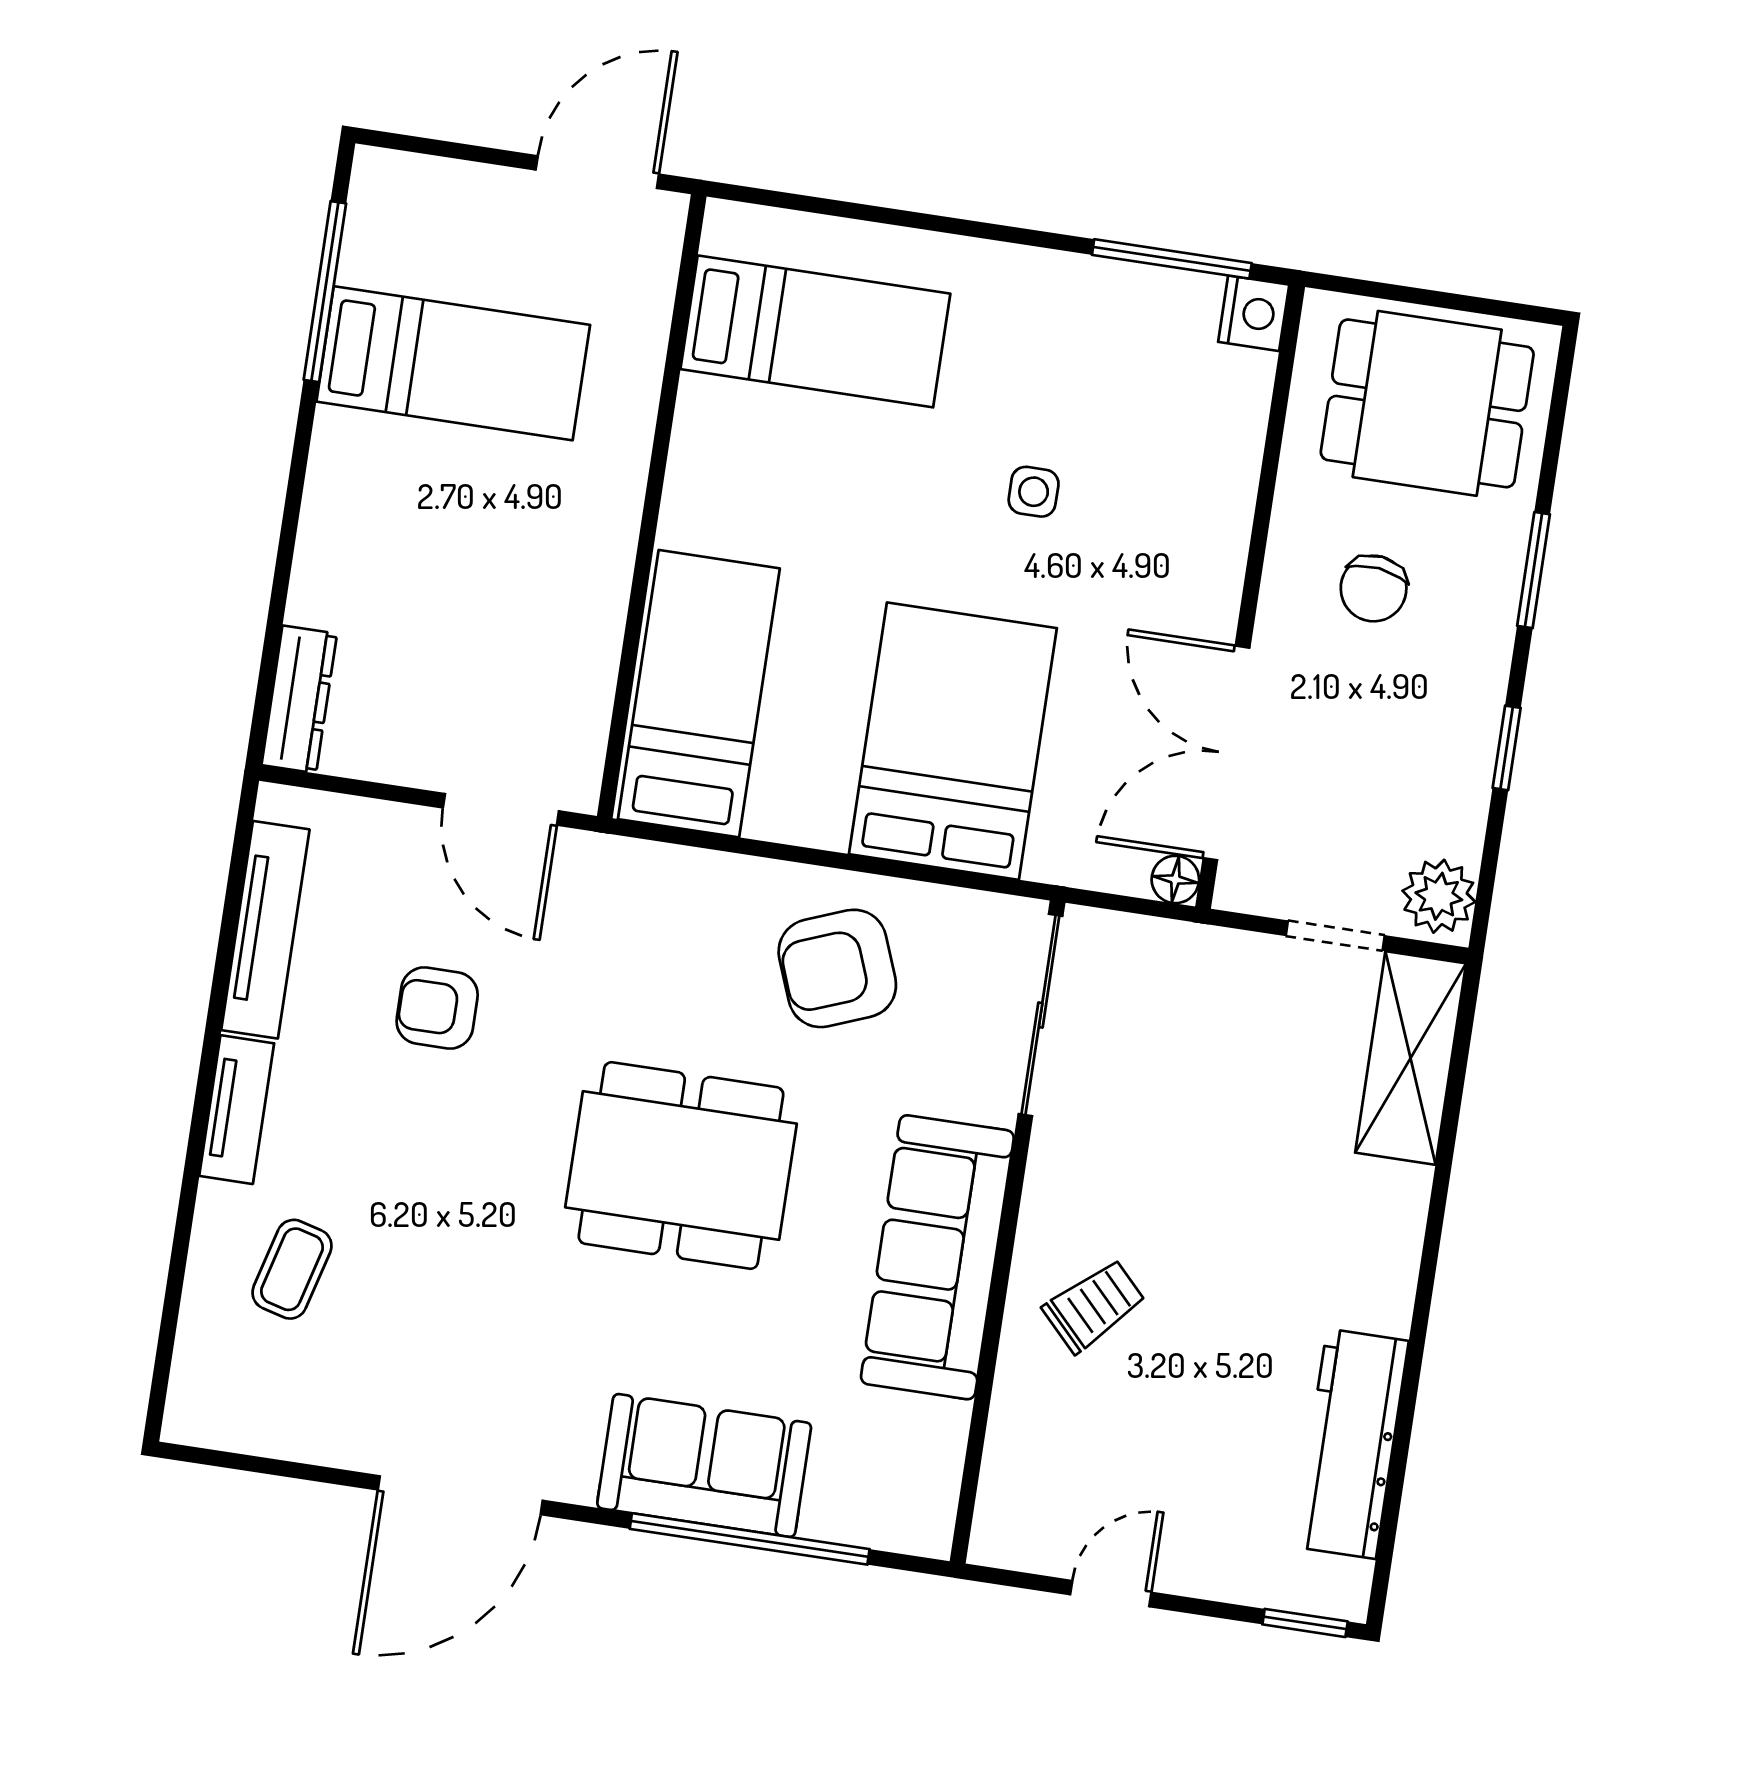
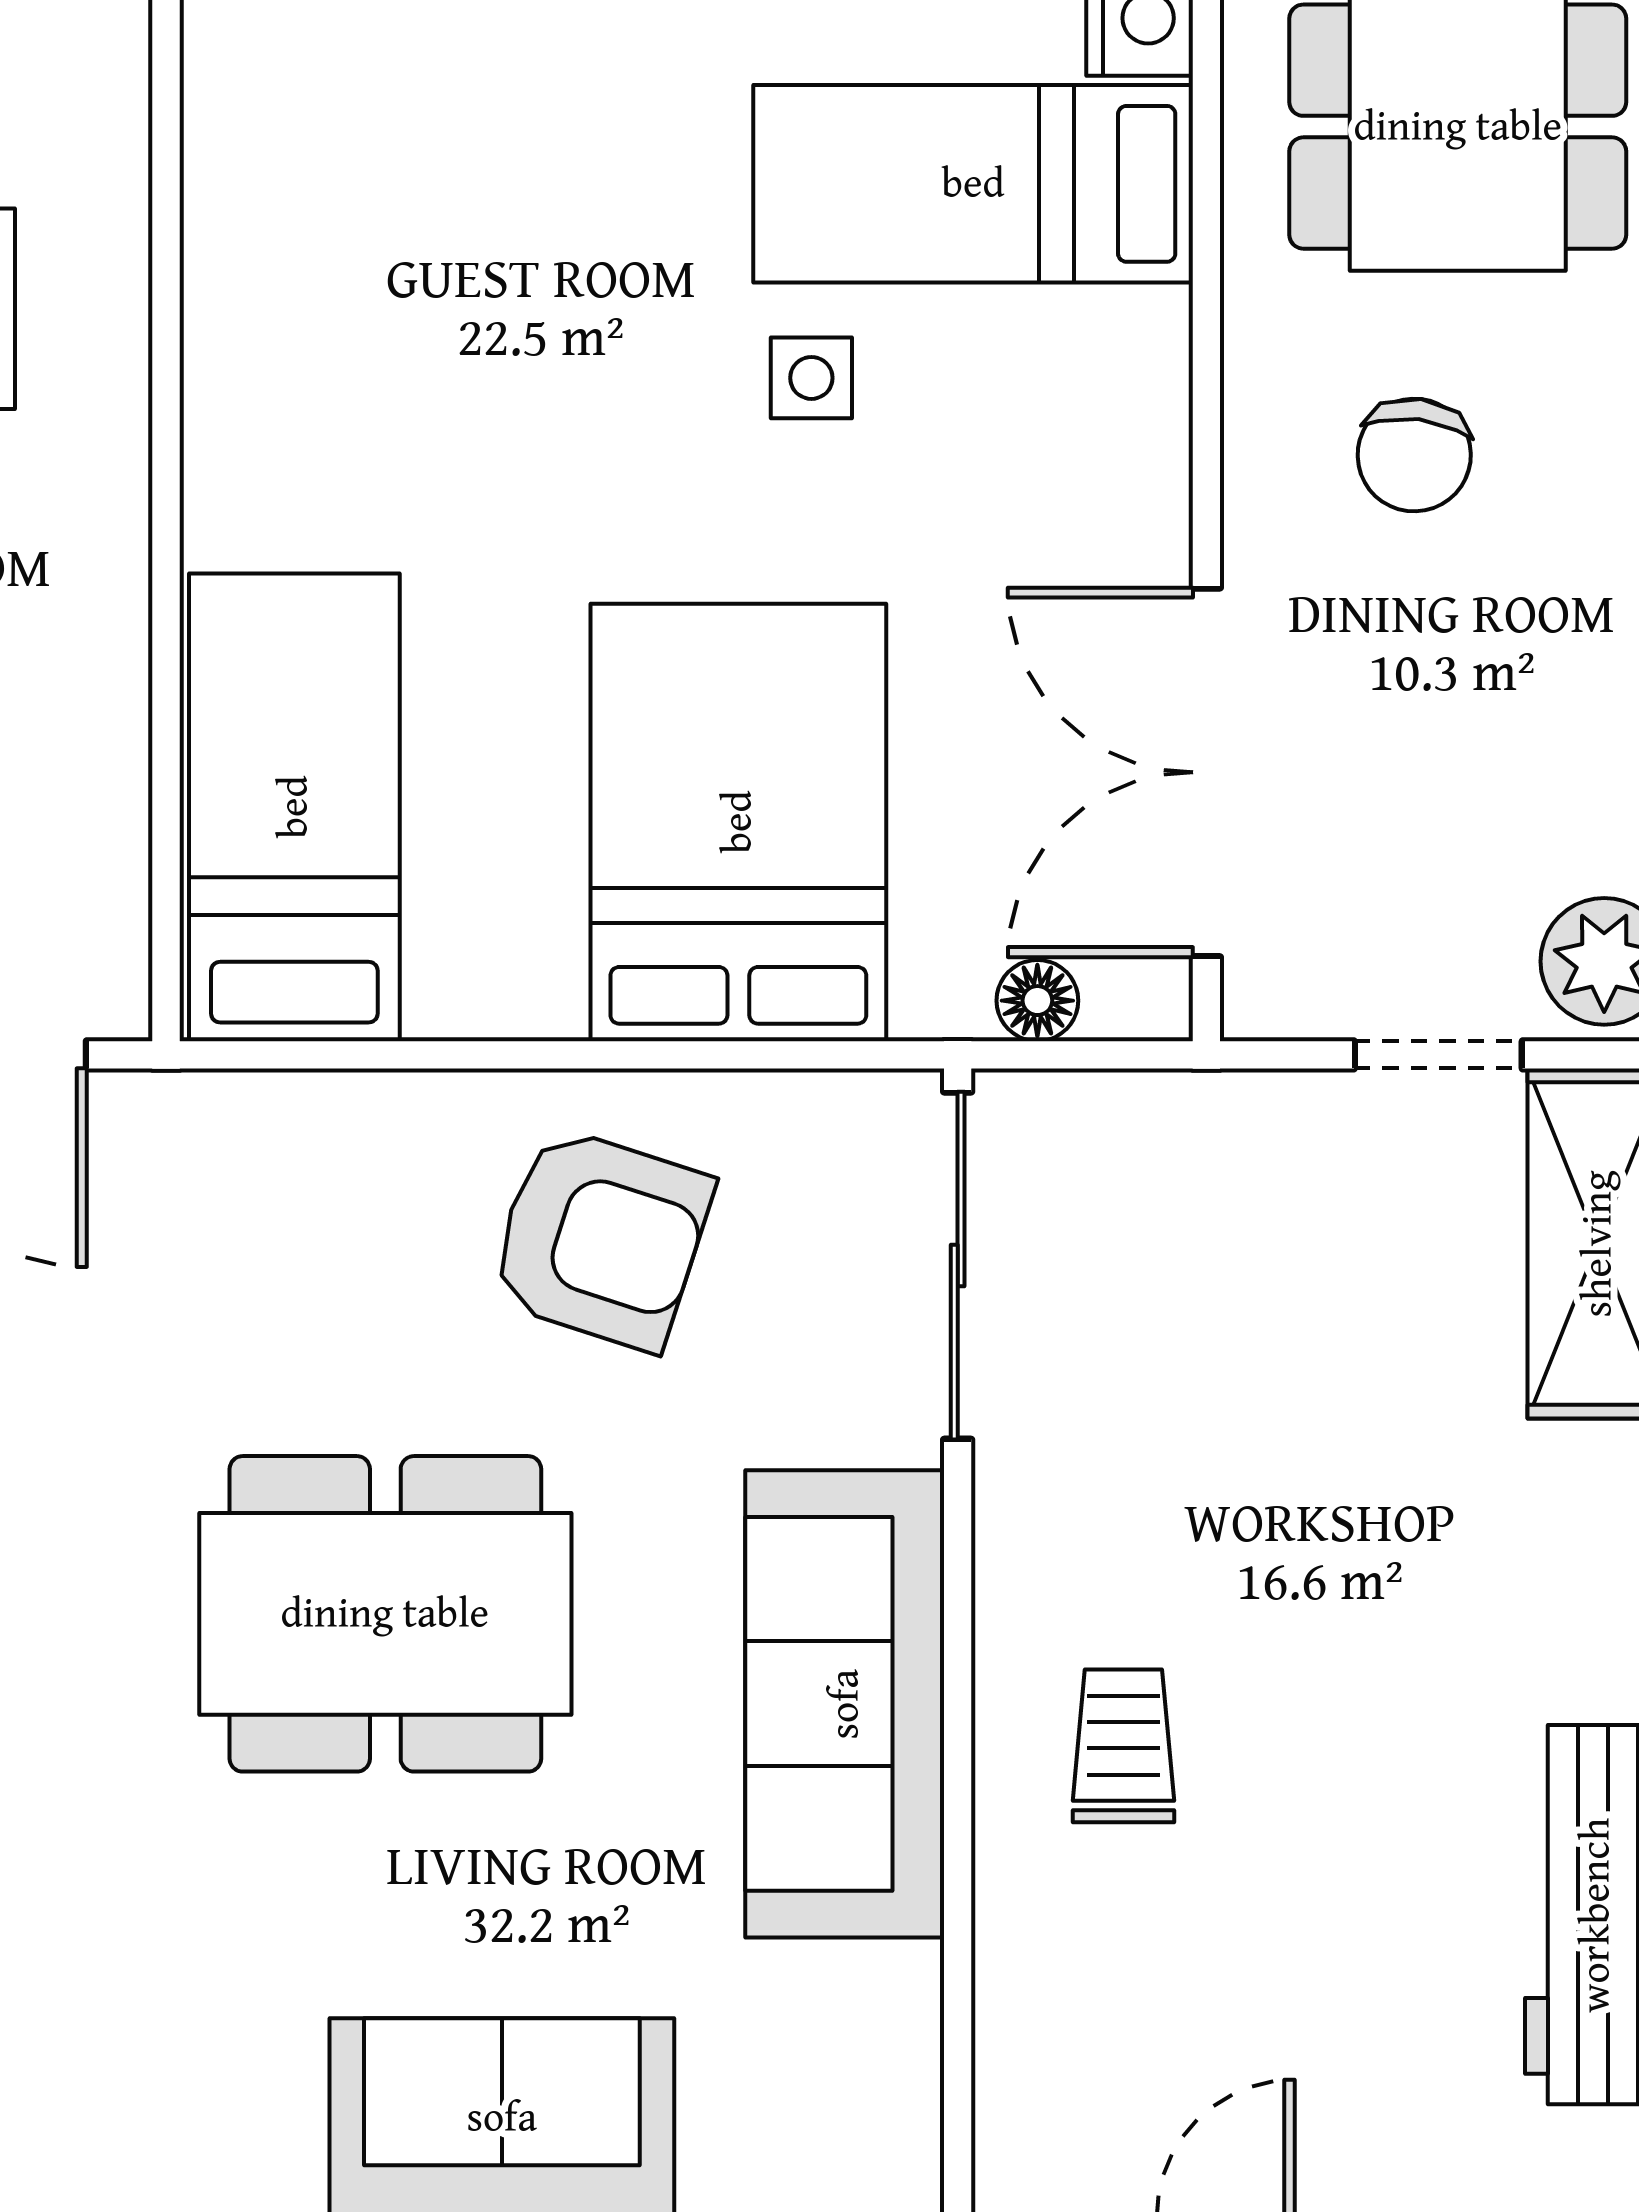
bed: (815, 331) -> (973, 184), moved, turned 180
floor lamp: (1175, 879) -> (1037, 1001), moved
armchair: (837, 968) -> (600, 1239), turned -141
trolley: (1094, 1306) -> (1123, 1746), turned -46

